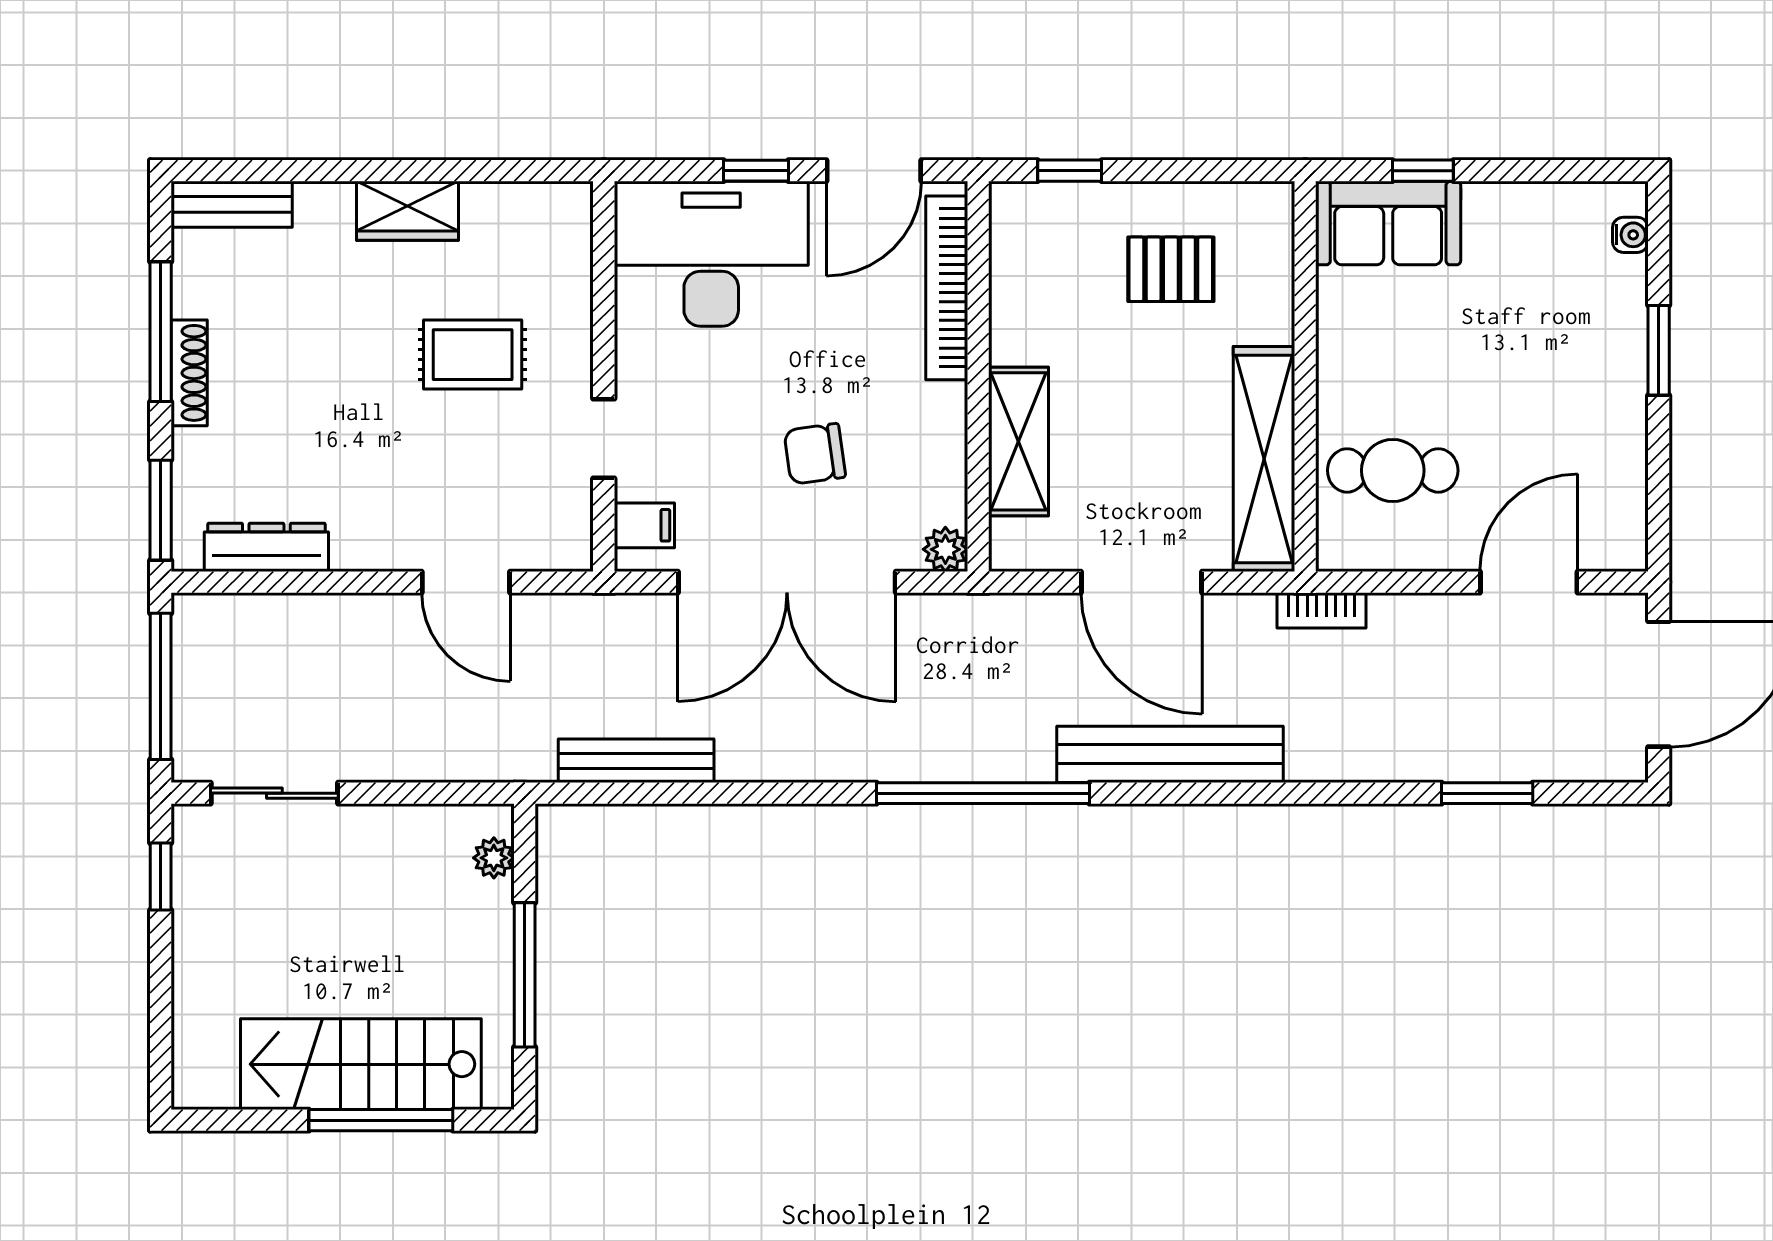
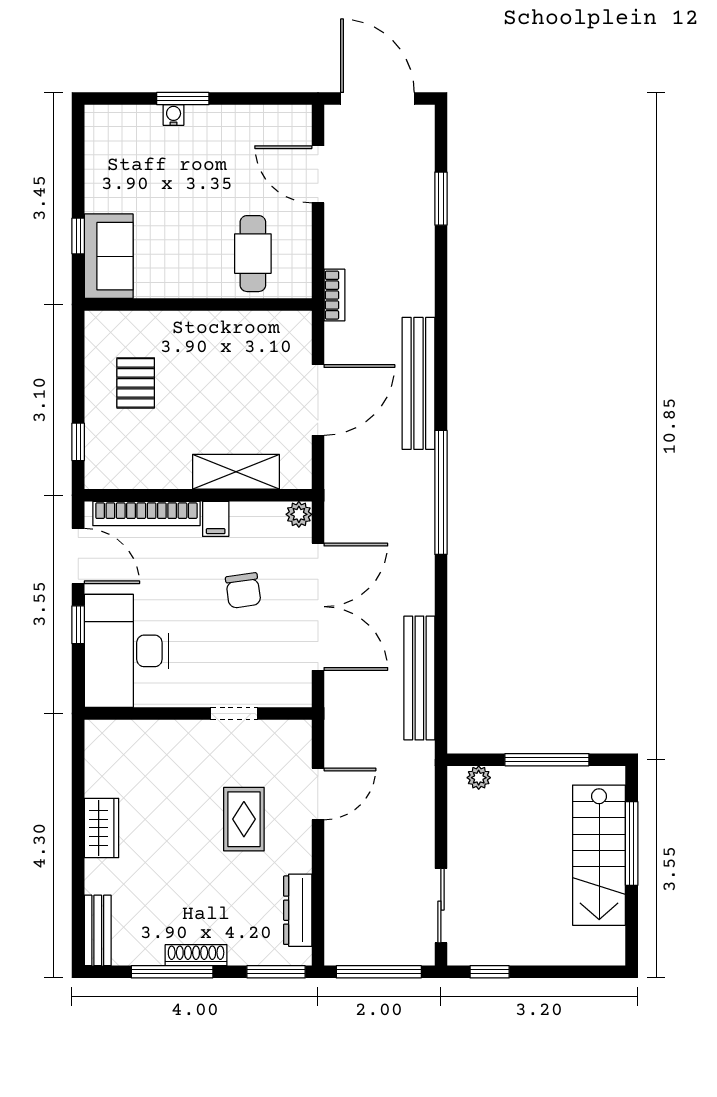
water cooler: (1630, 235) -> (174, 115), moved
rug: (473, 355) -> (244, 819), moved
shelving: (1264, 459) -> (246, 329), removed
filing cabinet: (644, 525) -> (216, 519), moved, turned 180
bench: (636, 761) -> (419, 678), width x1.37, depth x1.21

